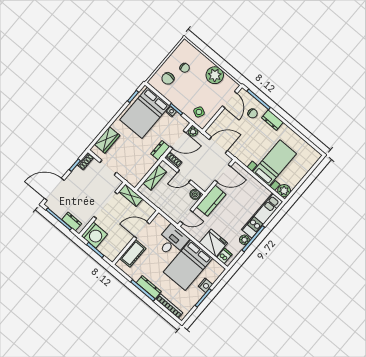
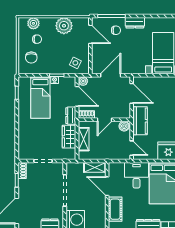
plant: (192, 53) -> (33, 23), added
bed: (145, 113) -> (40, 97), width x0.67
door: (178, 139) -> (77, 96), hinge flipped
wardrobe: (107, 140) -> (69, 137), moved, turned 180
door: (223, 173) -> (132, 93), hinge flipped
shelving: (131, 195) -> (95, 167), moved
door: (186, 216) -> (132, 148), hinge flipped
door: (142, 230) -> (107, 186), hinge flipped

